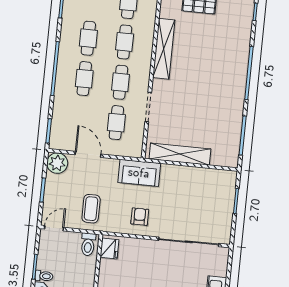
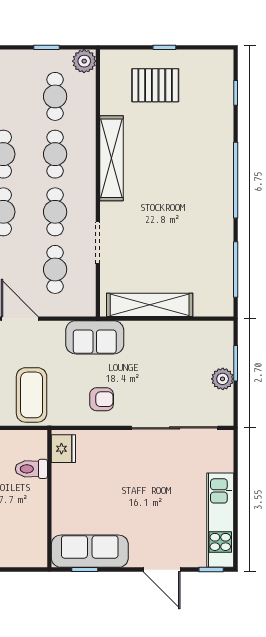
coffee table: (91, 209) -> (32, 395), width x1.36, depth x1.32
plant: (226, 211) -> (223, 379), added
armchair: (140, 217) -> (102, 399), turned 90
toilet: (88, 244) -> (31, 469), moved, turned 90

